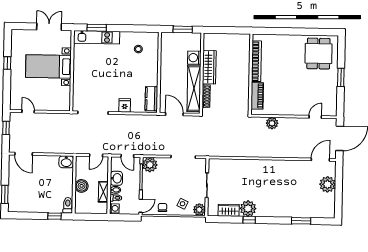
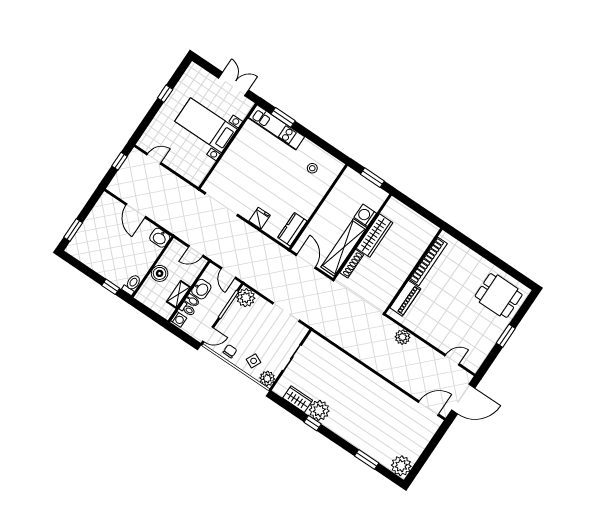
dining table: (318, 54) -> (499, 295), turned 90
door: (28, 111) -> (154, 159), hinge flipped
door: (24, 154) -> (136, 211), moved
plant: (327, 184) -> (401, 466), moved

